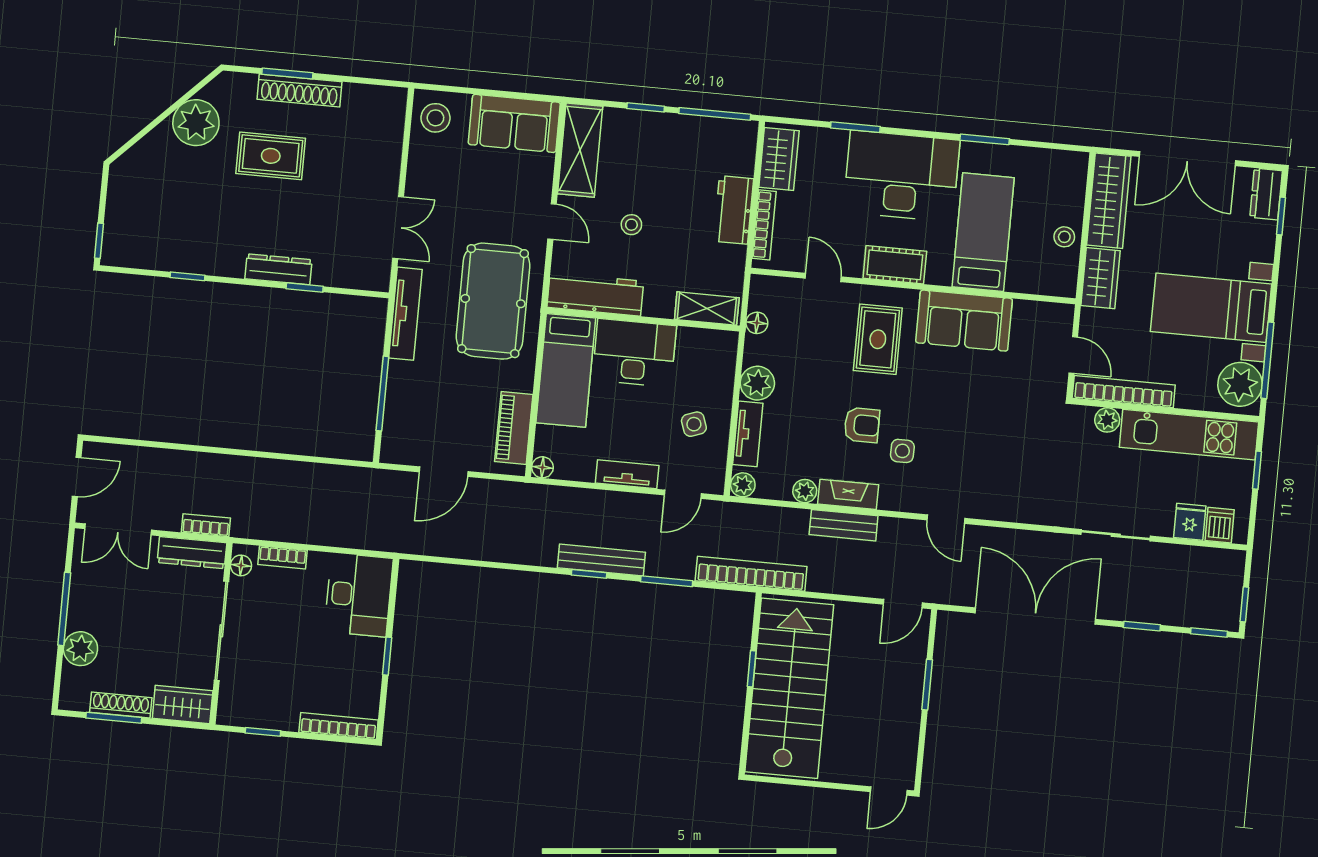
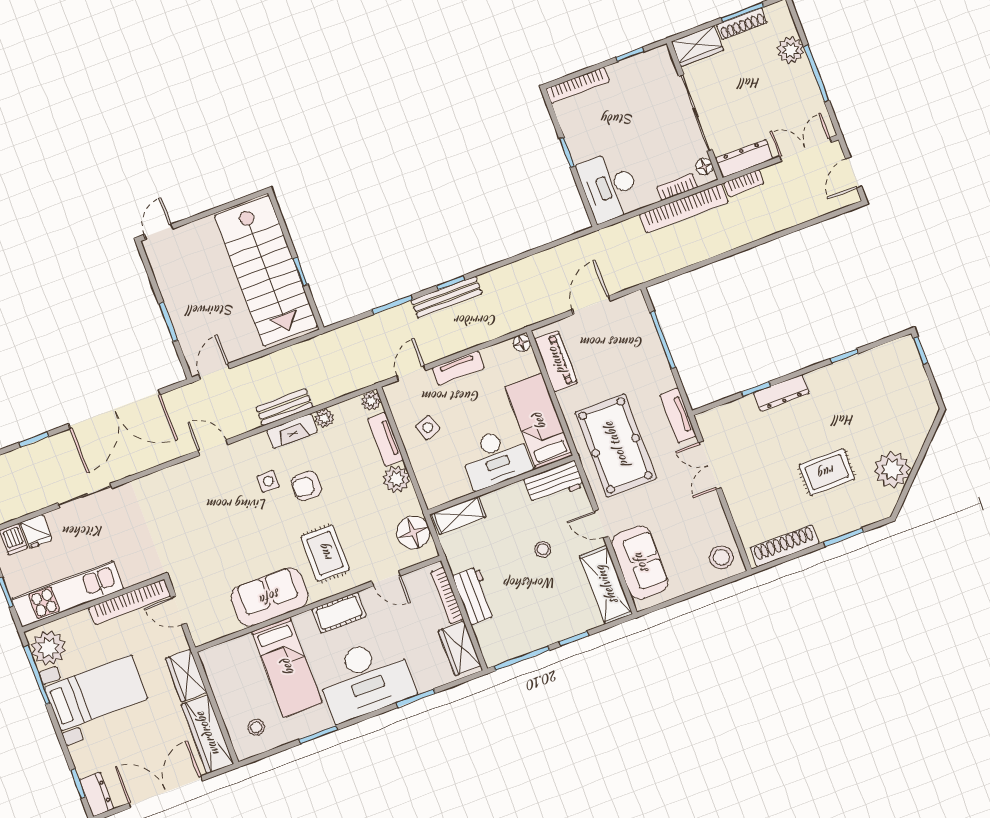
shoe rack: (299, 90) -> (785, 546), moved
sofa: (514, 123) -> (640, 563), moved, turned 90
stool: (1064, 237) -> (256, 727), moved
workbench: (595, 294) -> (554, 483), width x0.73
tv unit: (405, 314) -> (678, 416), width x0.71
floor lamp: (757, 323) -> (413, 532), width x1.89, depth x1.89
plant: (1107, 420) -> (132, 576), removed
bookcase: (751, 574) -> (684, 208), moved

